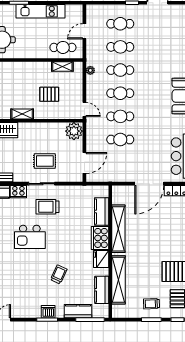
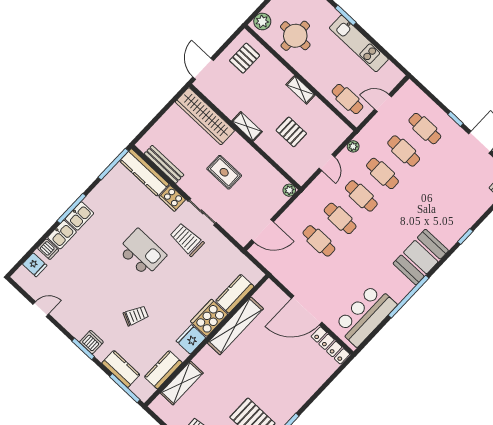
shelving: (62, 67) -> (301, 90), moved
door: (84, 109) -> (327, 163), moved
plant: (74, 131) -> (289, 190), width x0.53, depth x0.53
rug: (45, 161) -> (224, 172), moved
kitchen island: (30, 237) -> (142, 253), turned 180
shelving: (119, 280) -> (182, 383), width x0.68

